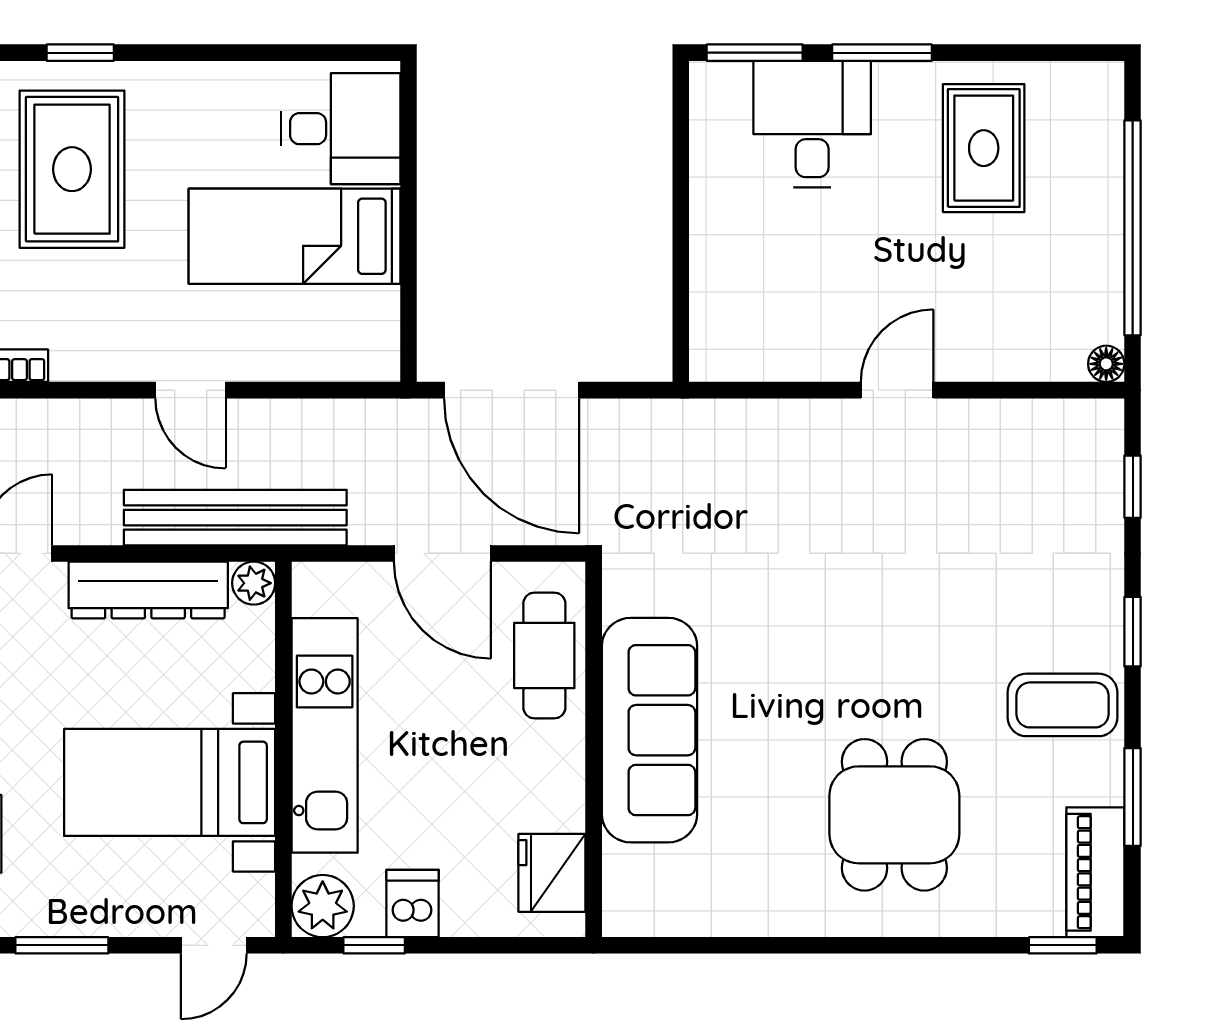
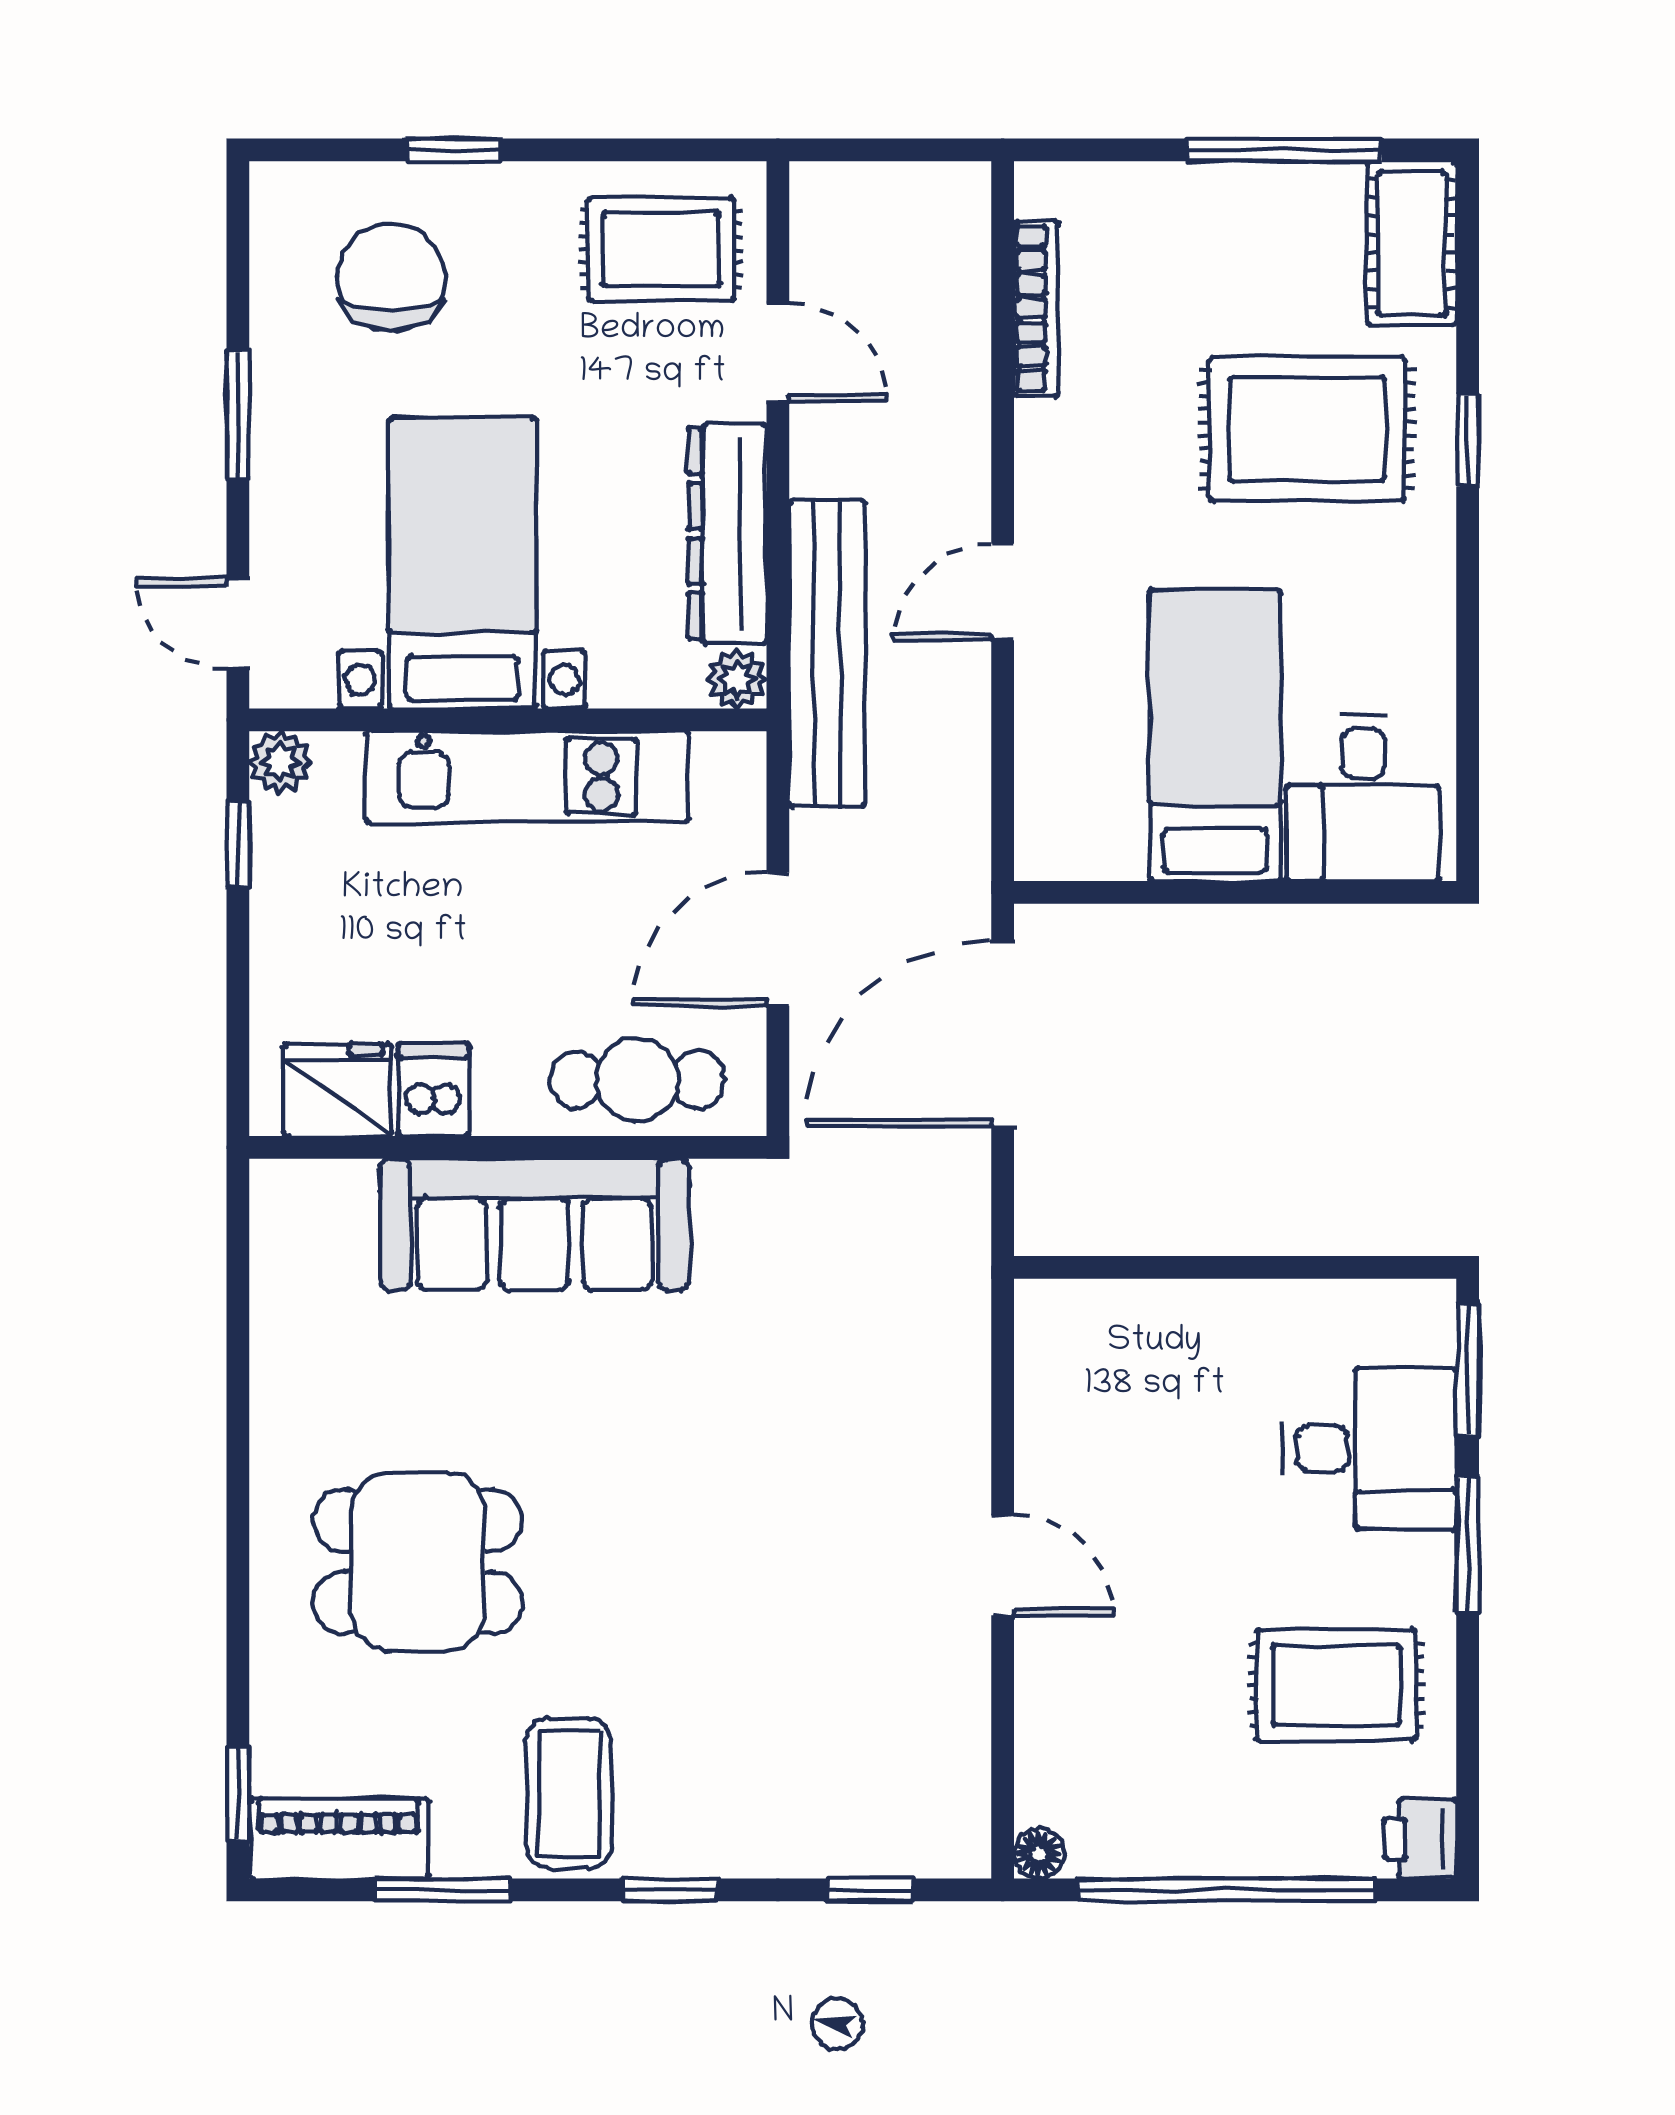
printer: (1096, 87) -> (1420, 1839), added
dishwasher: (413, 903) -> (433, 1090), moved, turned -90
plant: (323, 906) -> (280, 762), width x0.73, depth x0.73

